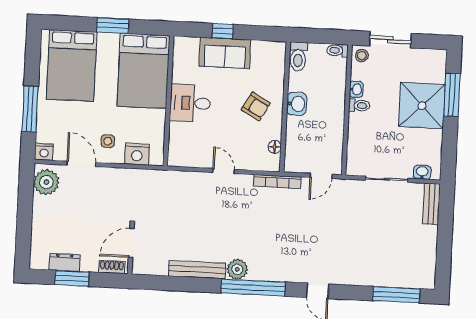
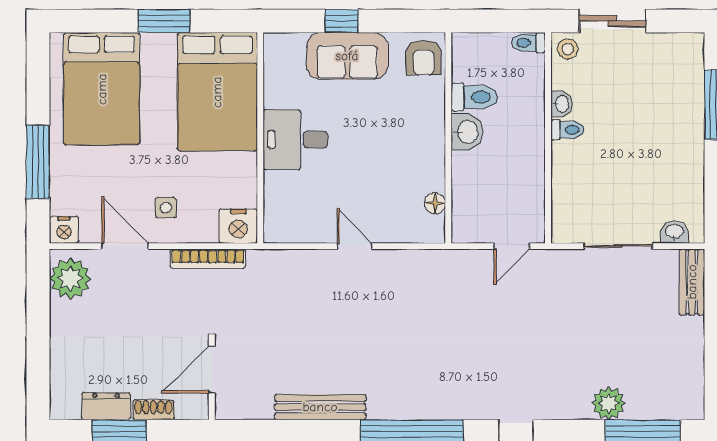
toilet: (298, 56) -> (474, 97), moved, turned -90
armchair: (256, 106) -> (424, 57), moved, turned 60
shower: (422, 106) -> (669, 125), removed
nightstand: (137, 154) -> (238, 226), moved
bookcase: (277, 181) -> (208, 259), moved
shoe rack: (112, 267) -> (153, 410), moved
plant: (237, 269) -> (609, 403), moved

